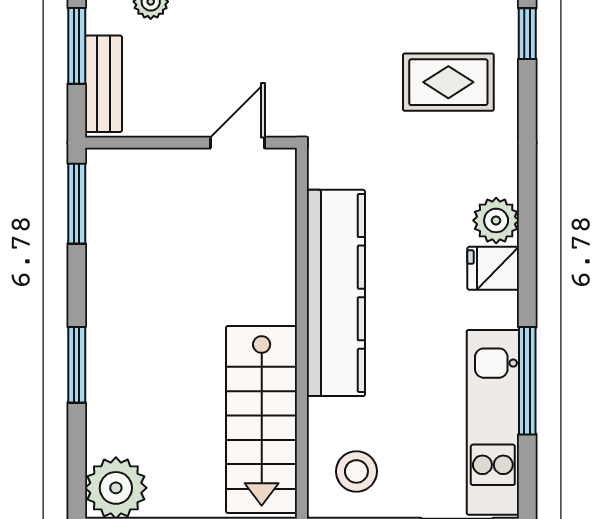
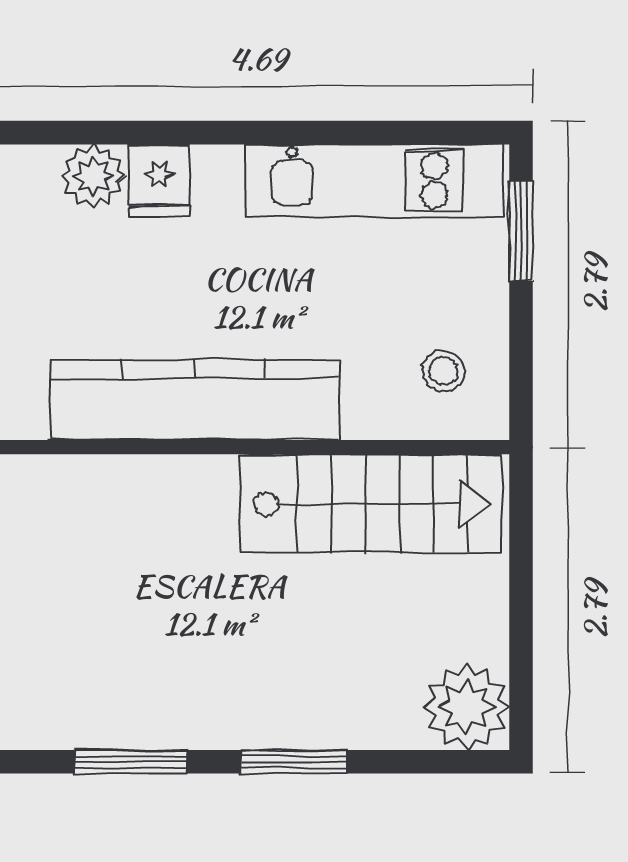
window: (77, 204) -> (131, 762), moved
window: (527, 381) -> (317, 133), removed
stool: (356, 471) -> (443, 371), width x0.73, depth x0.73

